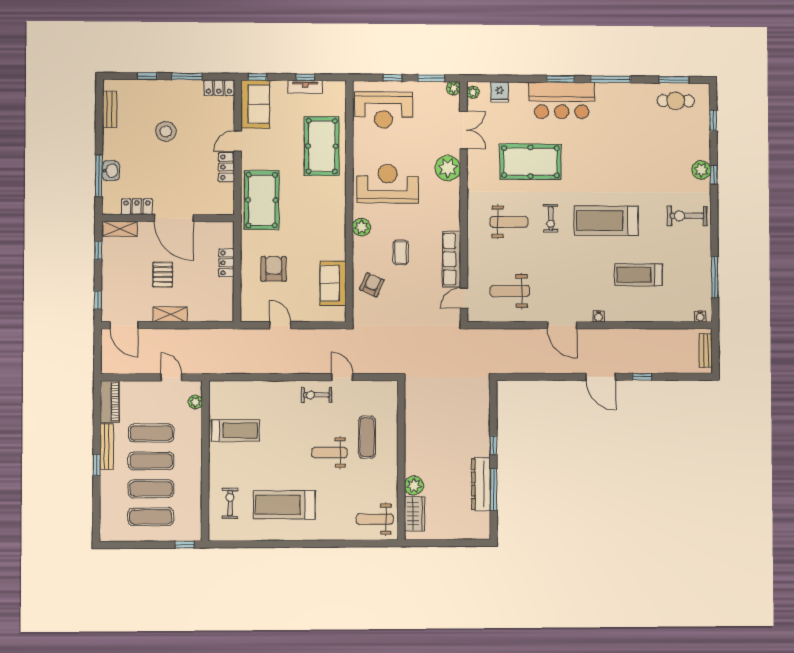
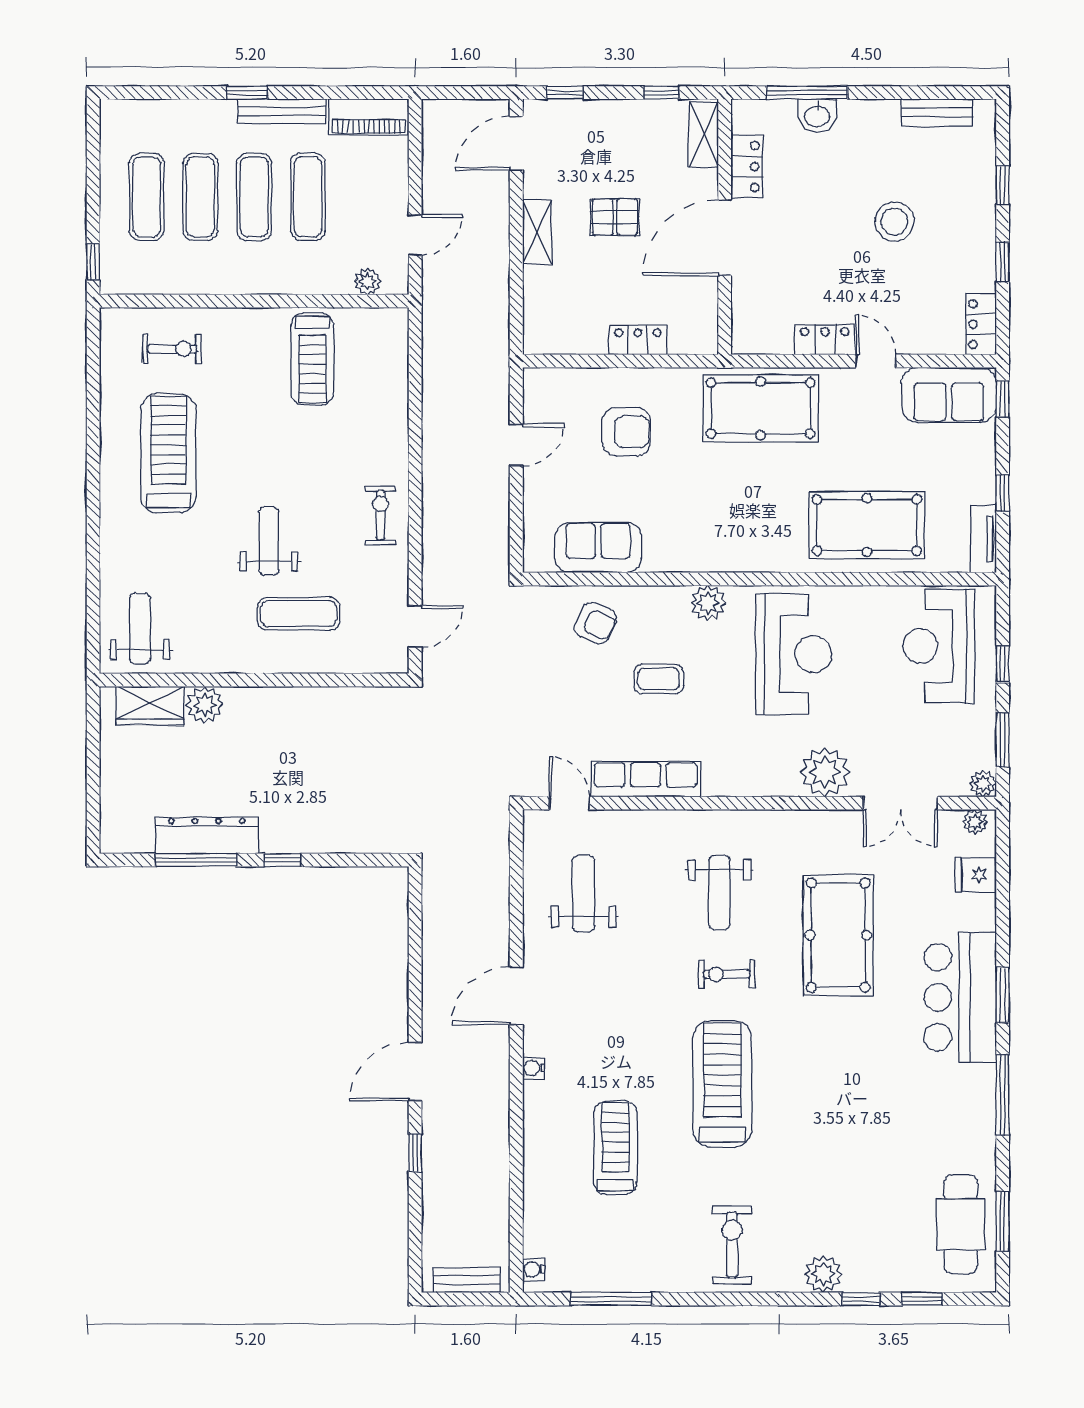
window: (187, 76) -> (1003, 262), width x0.67
tv unit: (305, 87) -> (983, 539), moved
cafe table: (676, 101) -> (961, 1224), width x1.37, depth x1.35
window: (714, 175) -> (861, 1299), moved
door: (342, 377) -> (415, 626), moved

